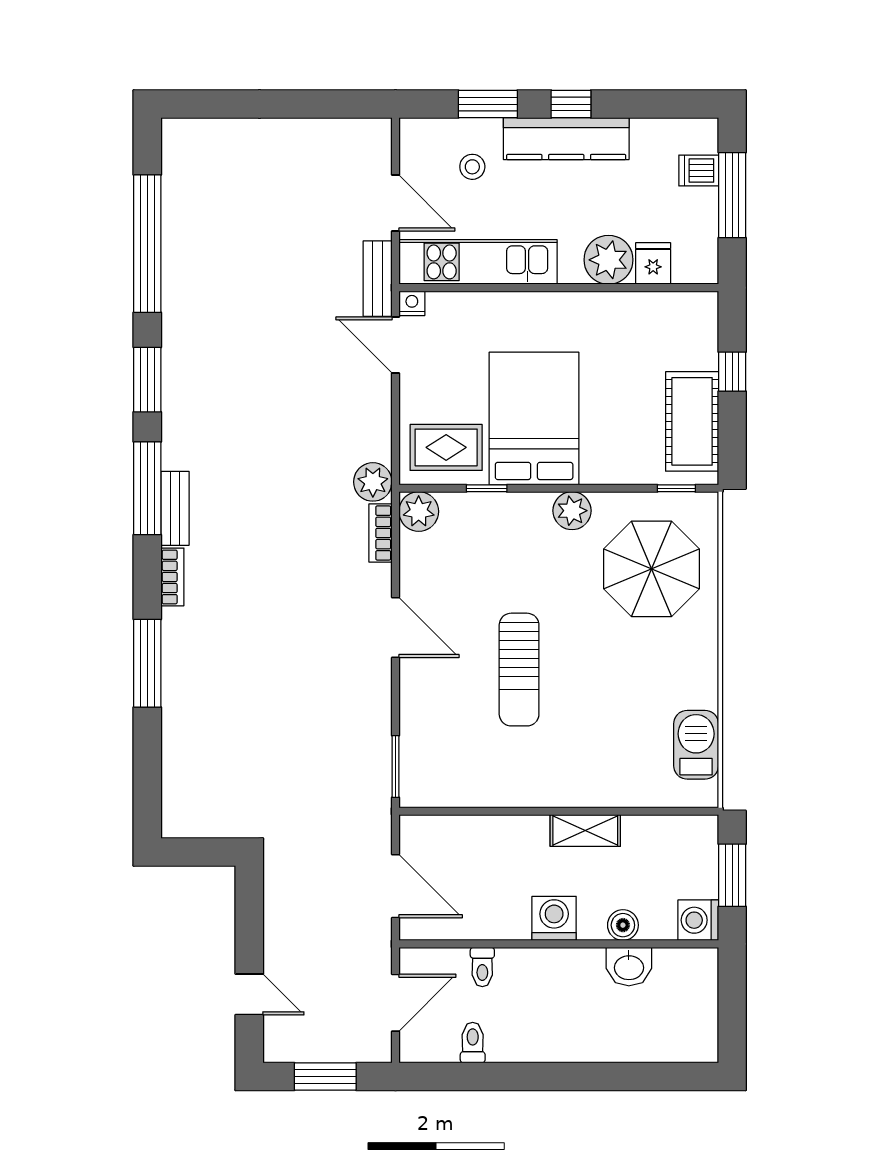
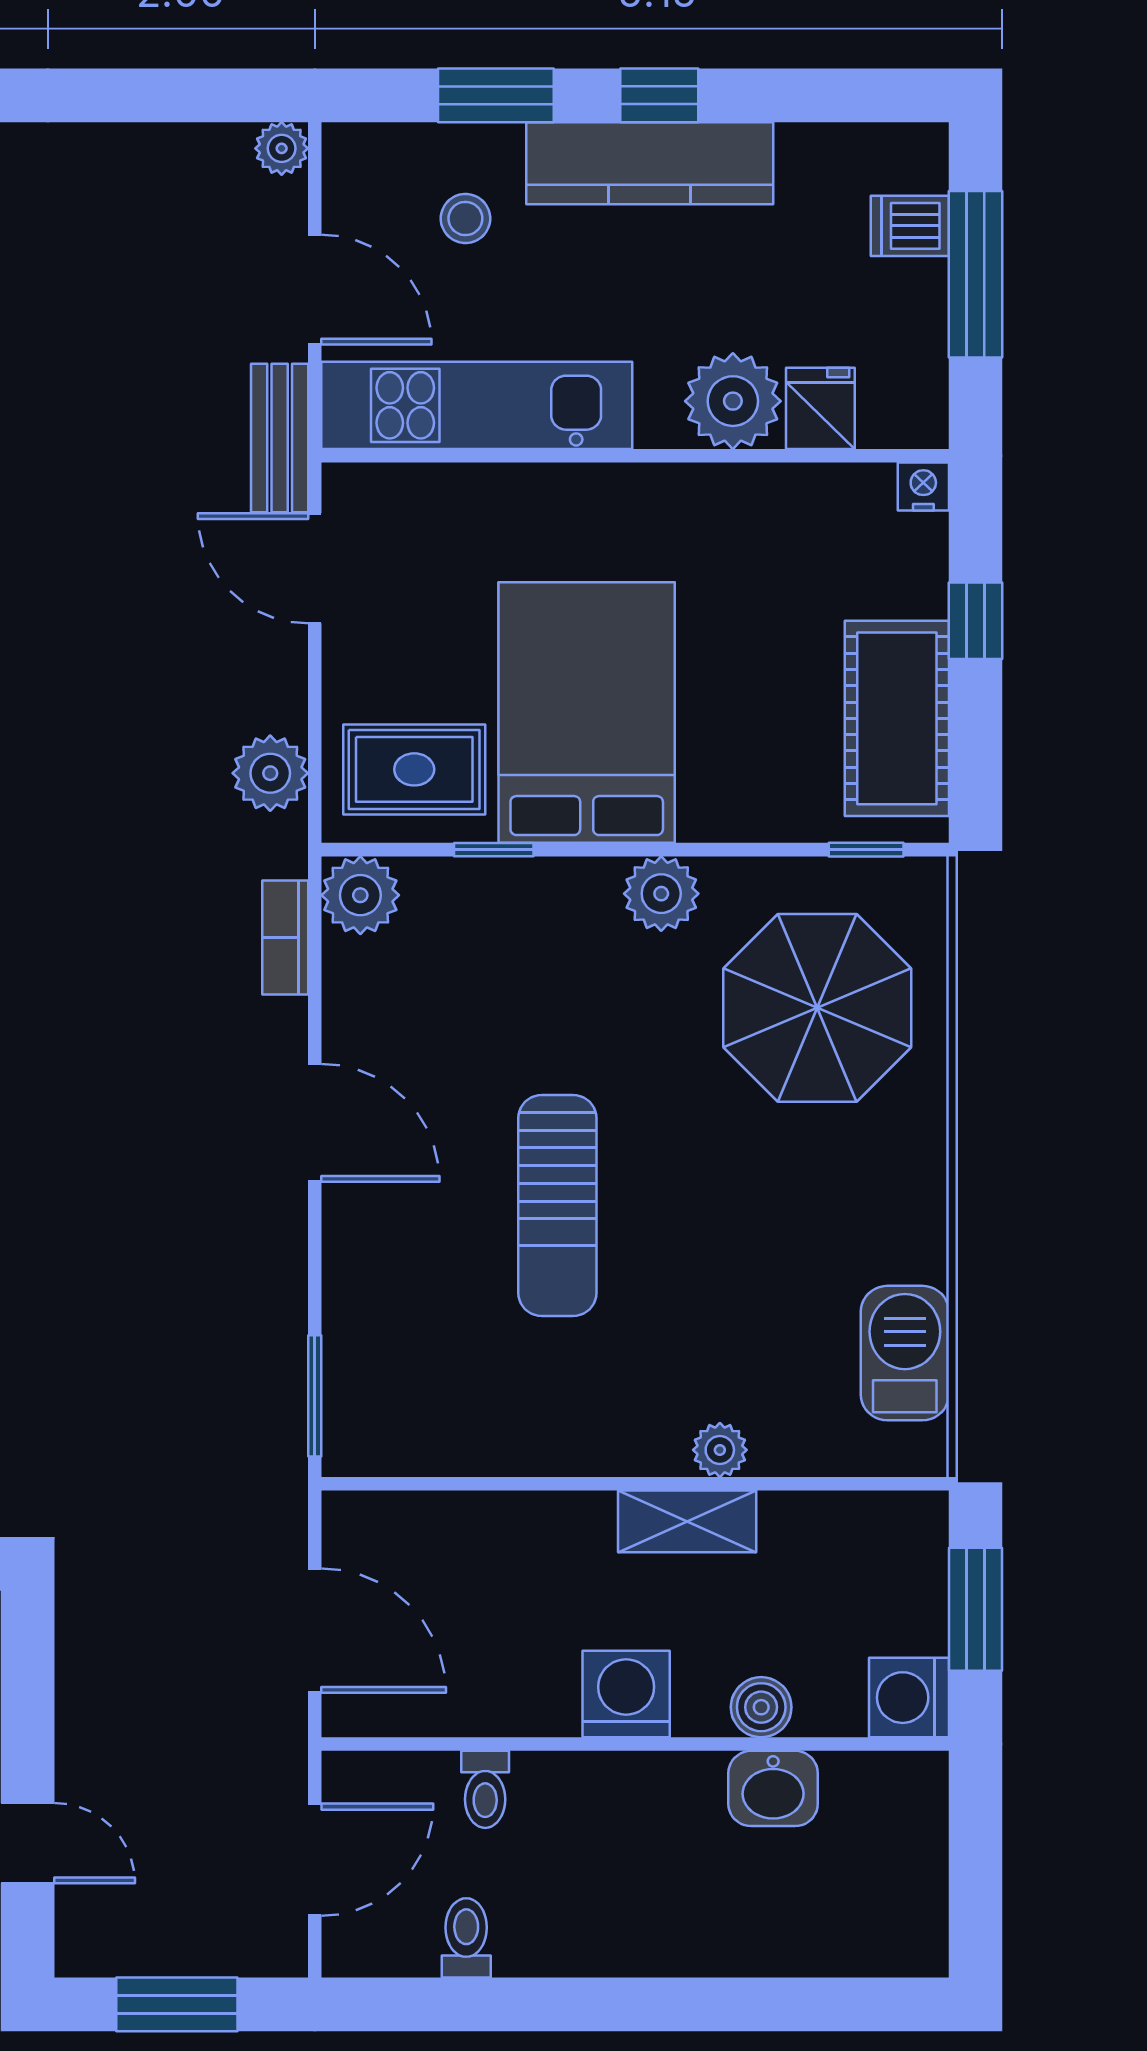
plant: (379, 131) -> (282, 148), added
nightstand: (412, 303) -> (923, 486), moved
plant: (373, 482) -> (270, 773), moved
plant: (602, 794) -> (720, 1450), added

